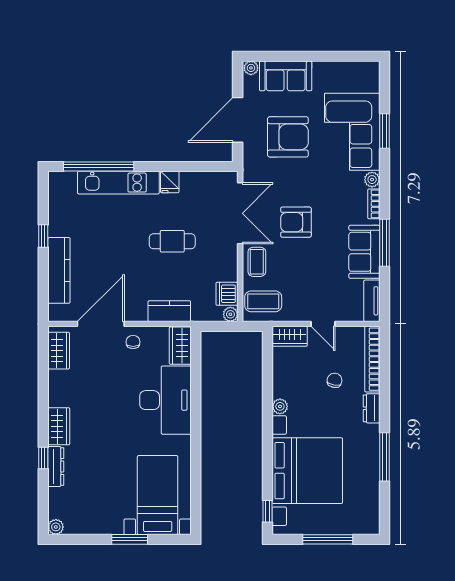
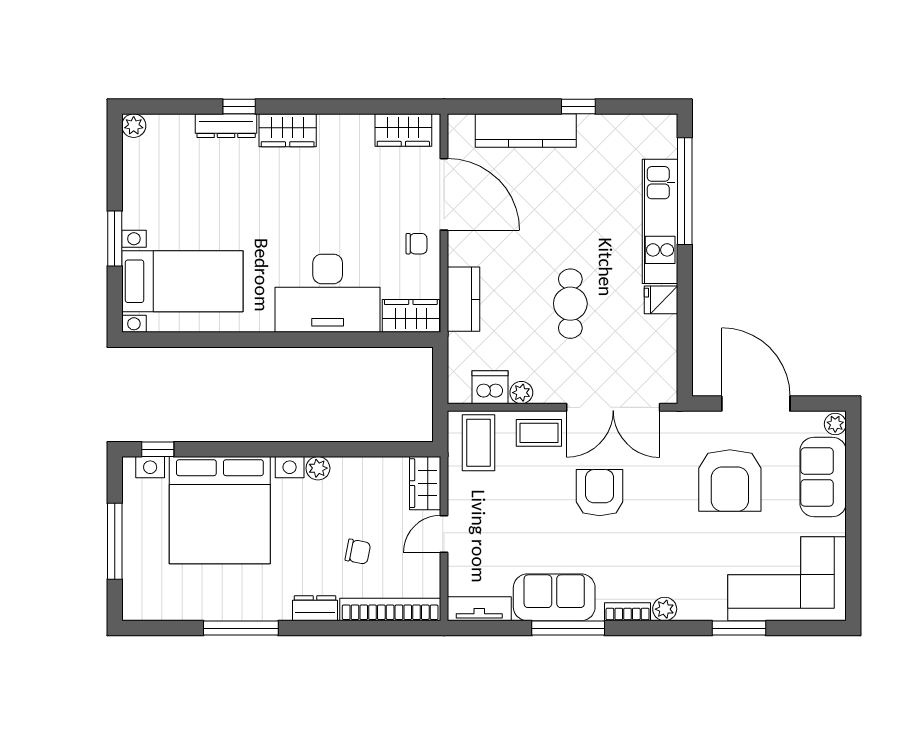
corner sofa: (352, 132) -> (787, 579), moved
plant: (230, 314) -> (521, 393), moved

